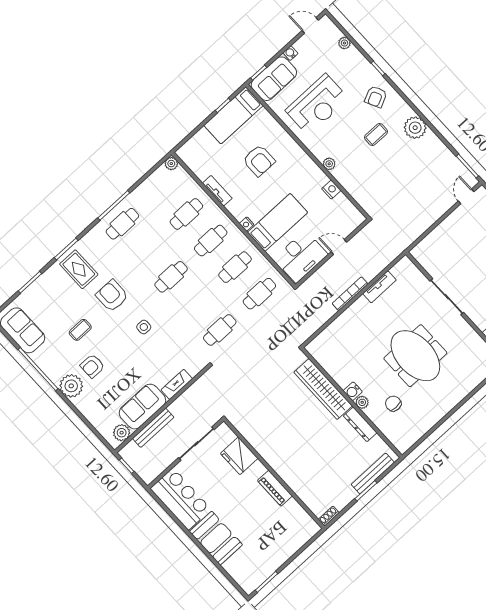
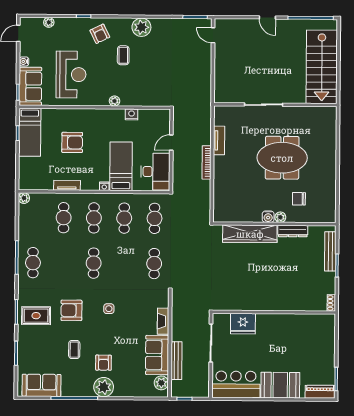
piano: (275, 488) -> (320, 392), moved, turned 180

